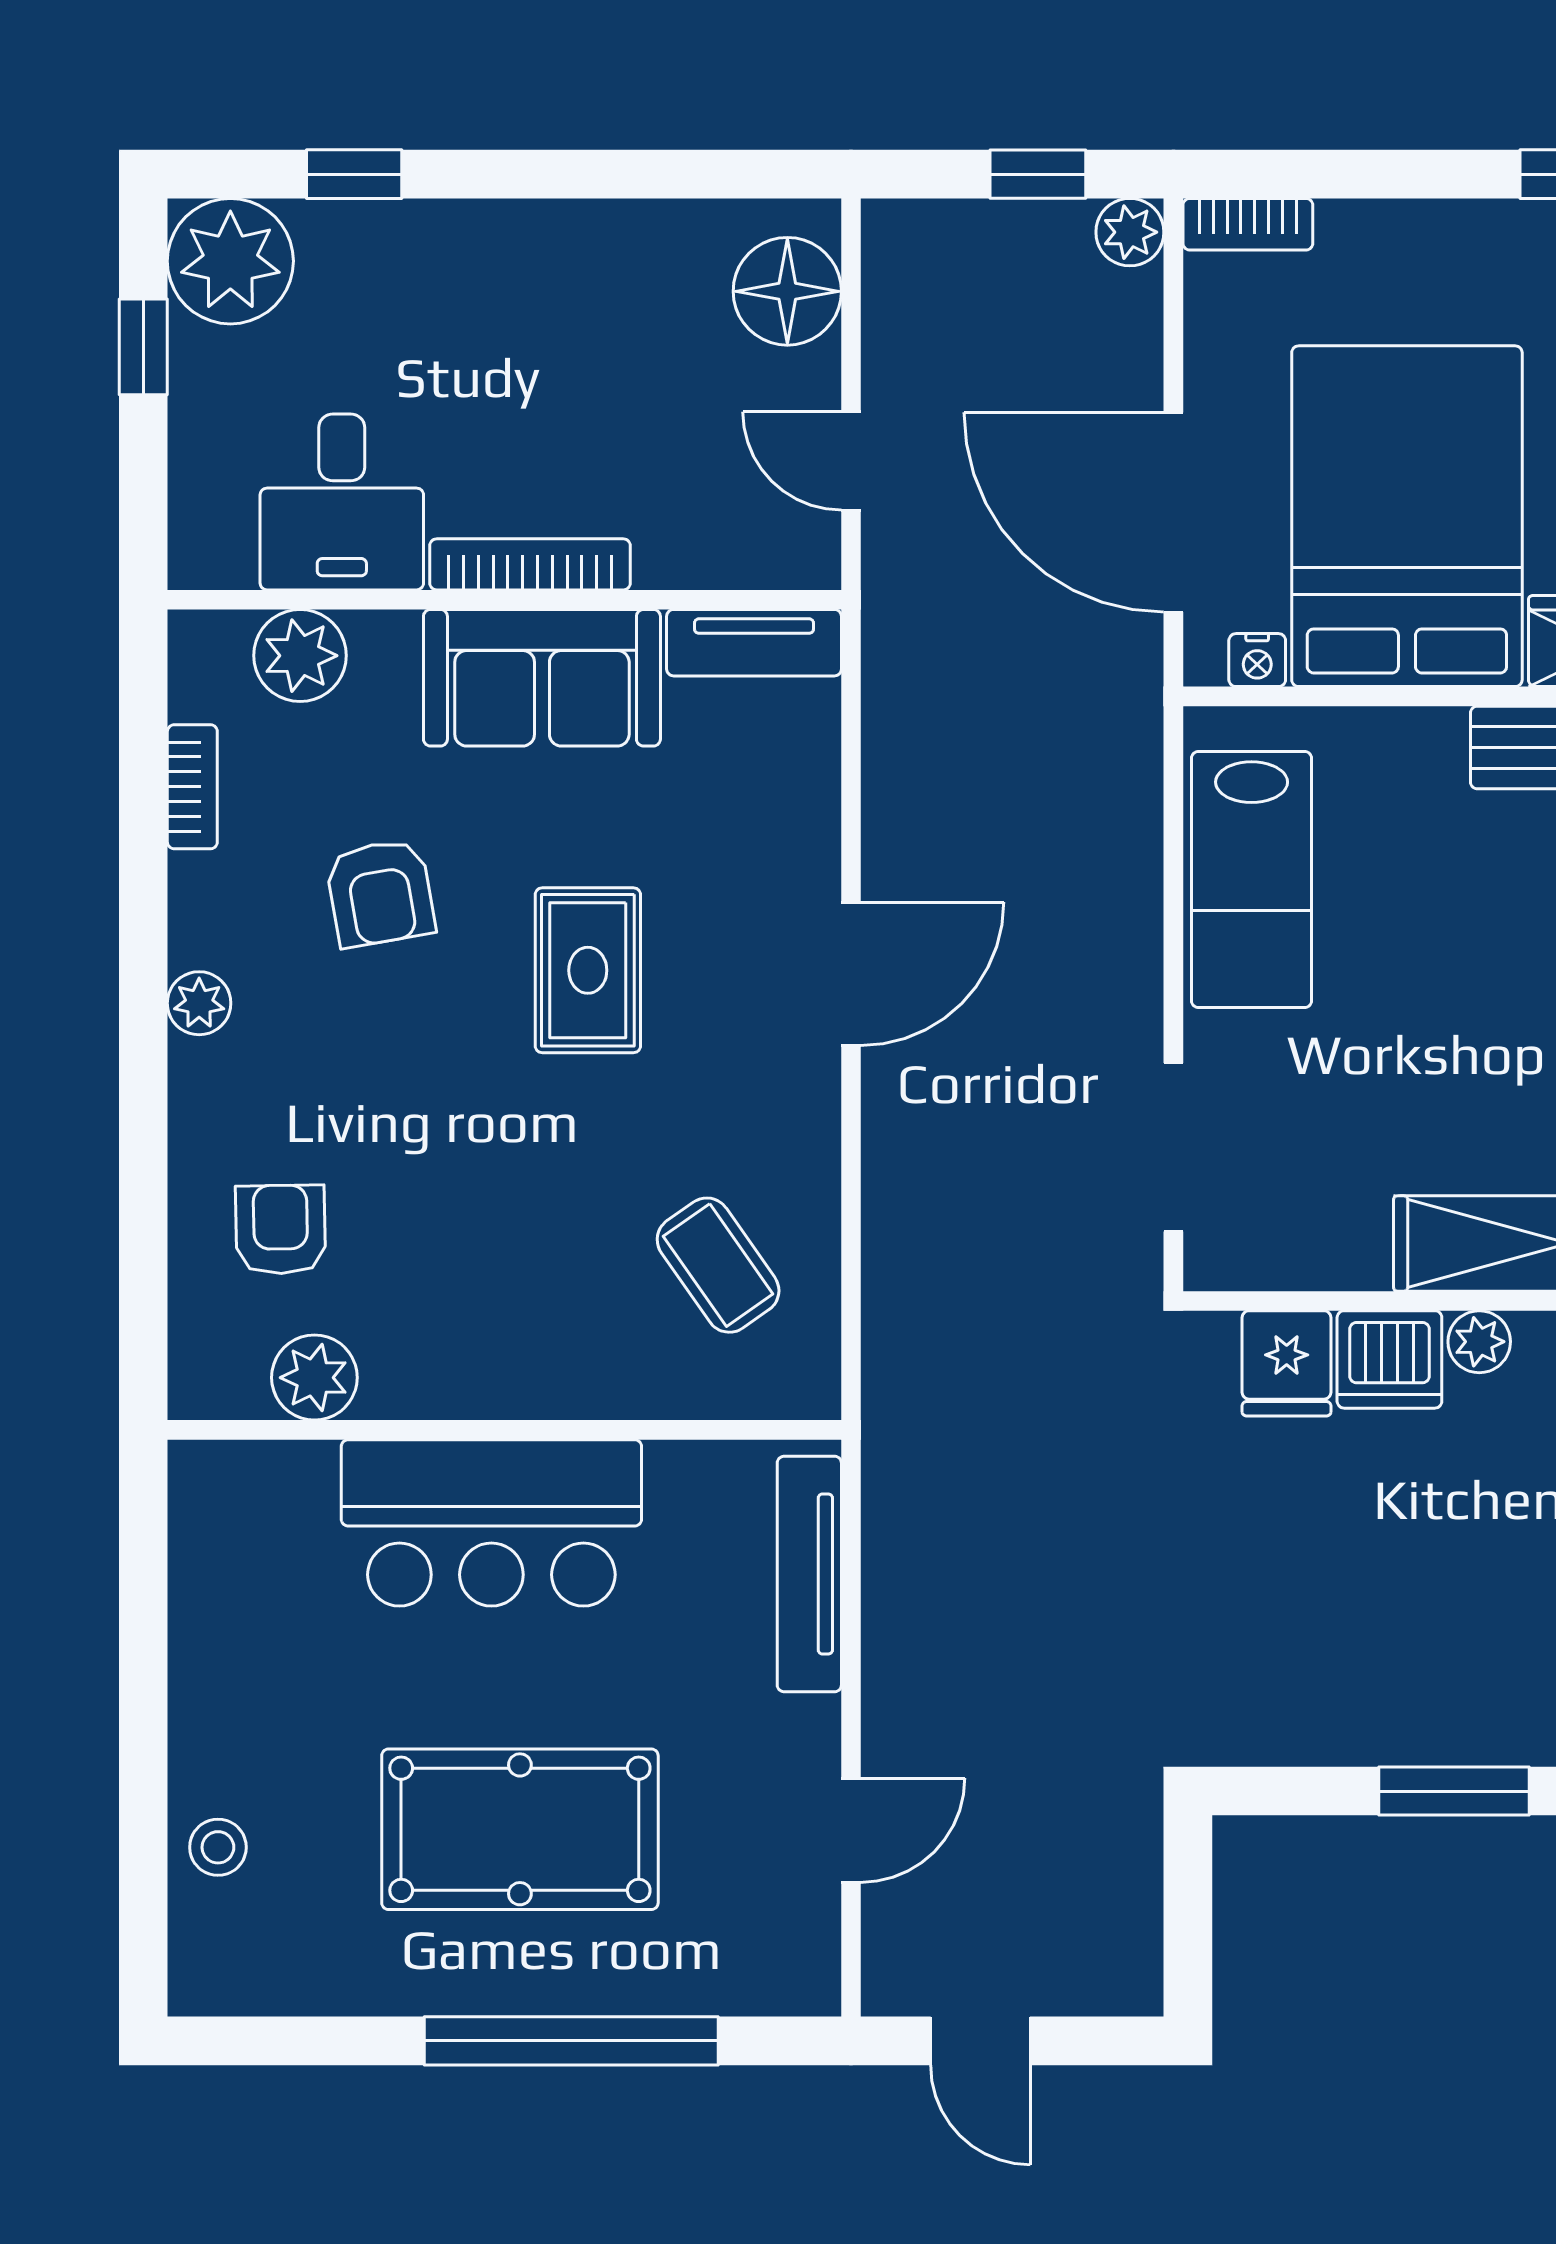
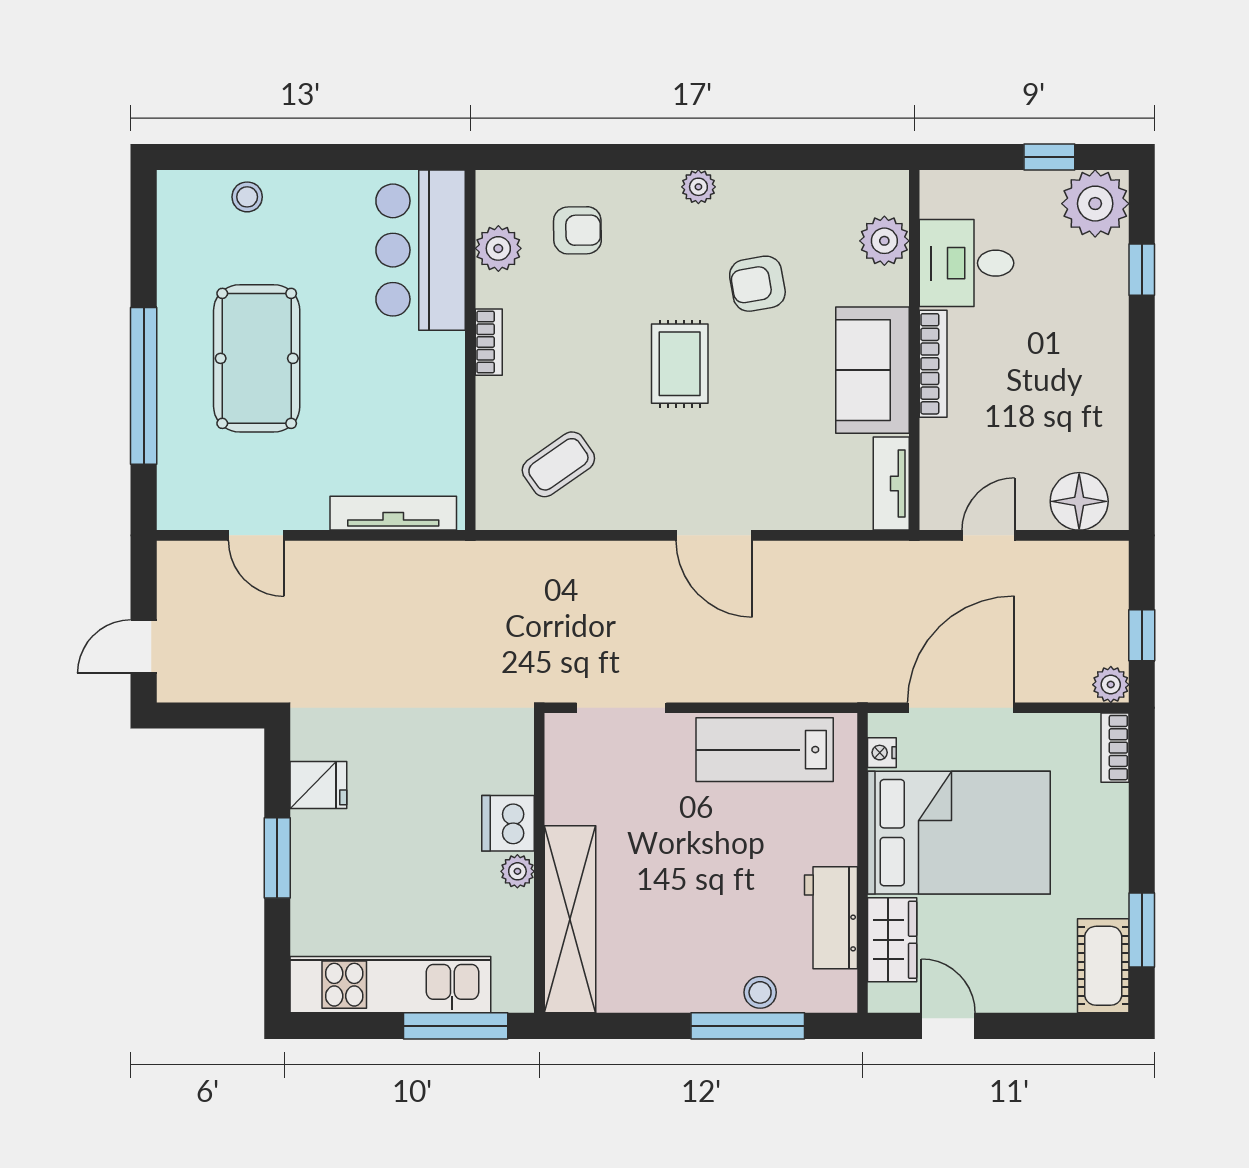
bookcase: (192, 787) -> (489, 342), moved, turned -90
rug: (588, 970) -> (680, 364), moved, turned 90
fridge: (1287, 1363) -> (318, 785), moved, turned 180
bar counter: (491, 1523) -> (421, 250), moved
door: (980, 2041) -> (144, 647), moved

